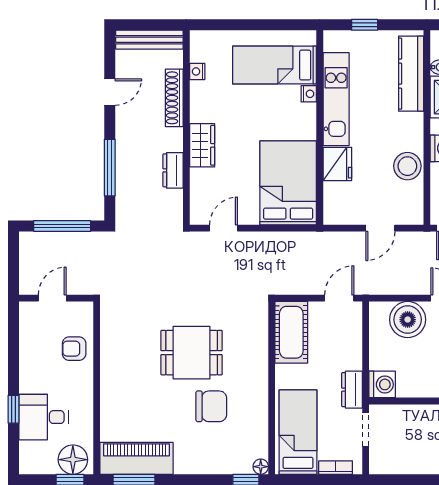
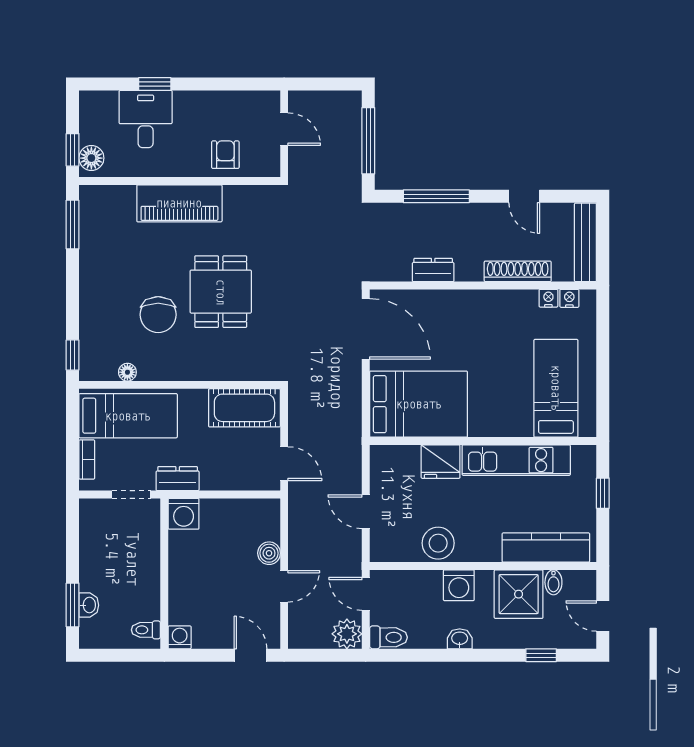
nightstand: (309, 94) -> (569, 298), moved, turned 180
wardrobe: (202, 145) -> (462, 304), removed
door: (224, 228) -> (366, 329), width x1.88
boiler: (408, 320) -> (269, 553), width x0.54, depth x0.54
piano: (137, 458) -> (179, 203), moved, turned 90
floor lamp: (73, 460) -> (91, 158), width x0.73, depth x0.73
floor lamp: (261, 467) -> (127, 372), moved

